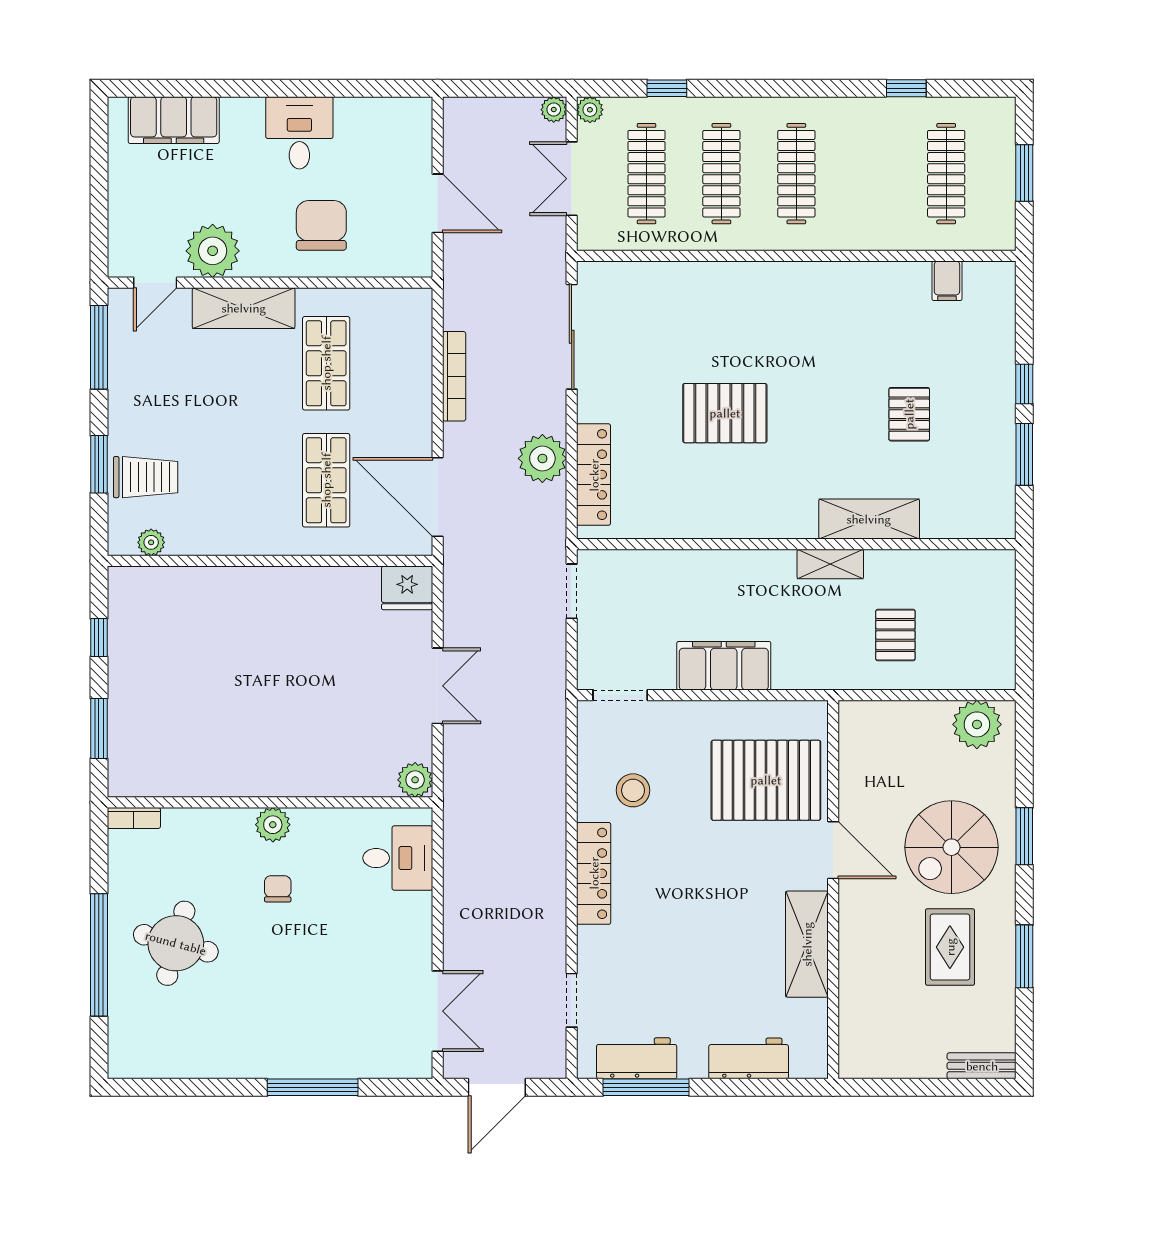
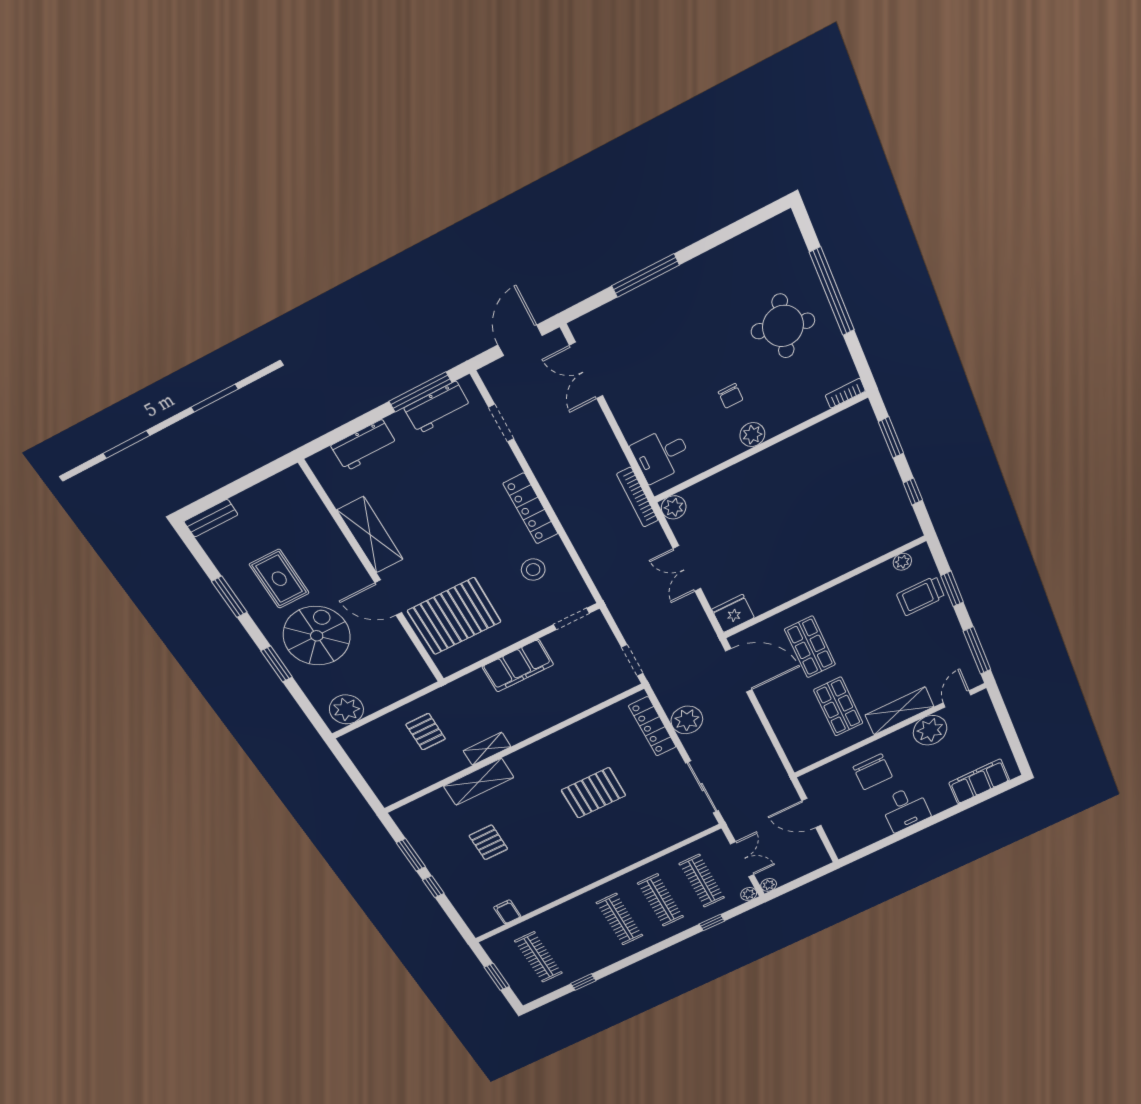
bookcase: (454, 376) -> (637, 497), moved

